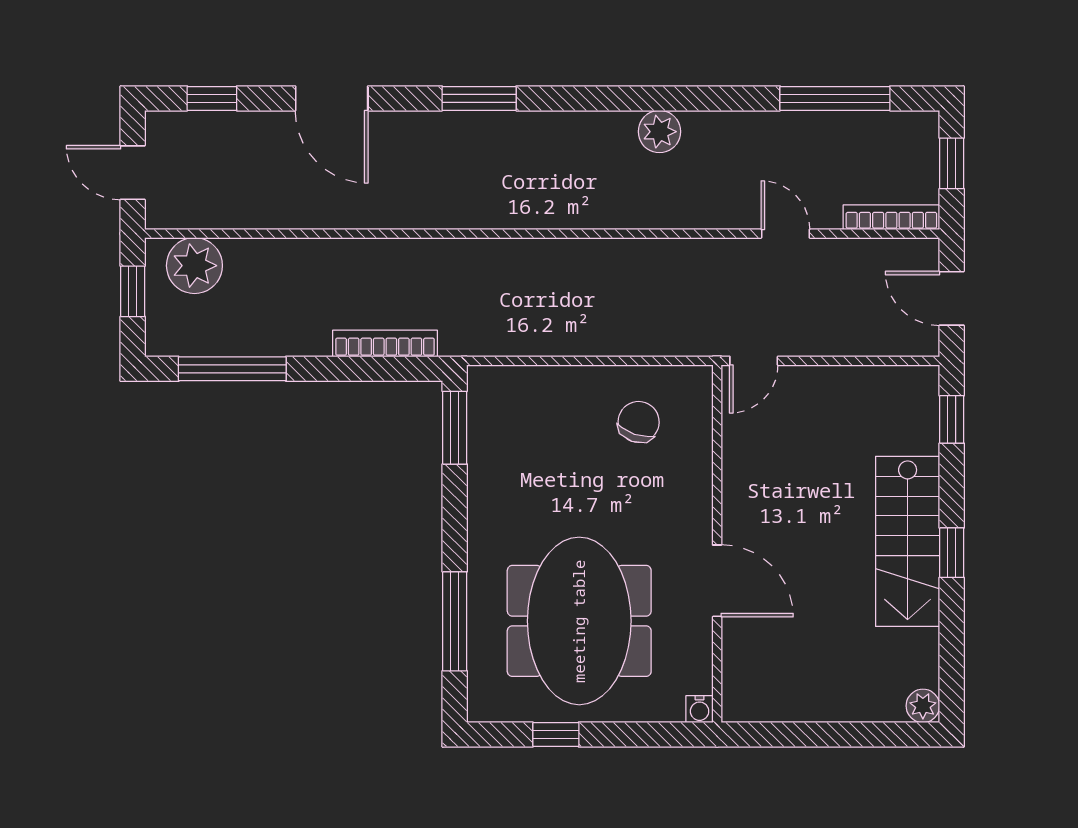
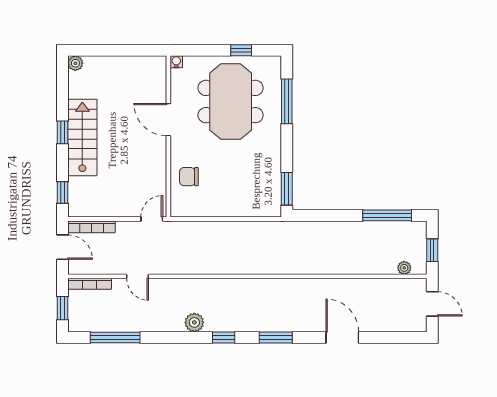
window: (212, 98) -> (224, 337), moved
plant: (194, 266) -> (404, 268), width x0.53, depth x0.53
bookcase: (385, 343) -> (91, 227), moved
chair: (639, 422) -> (189, 177), moved, turned 71

